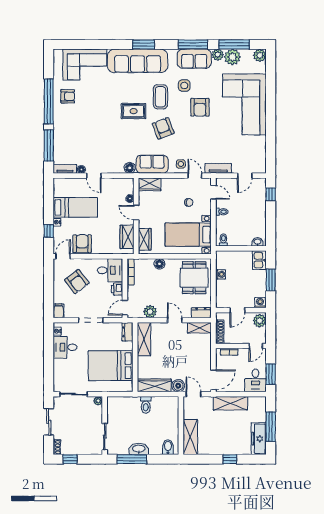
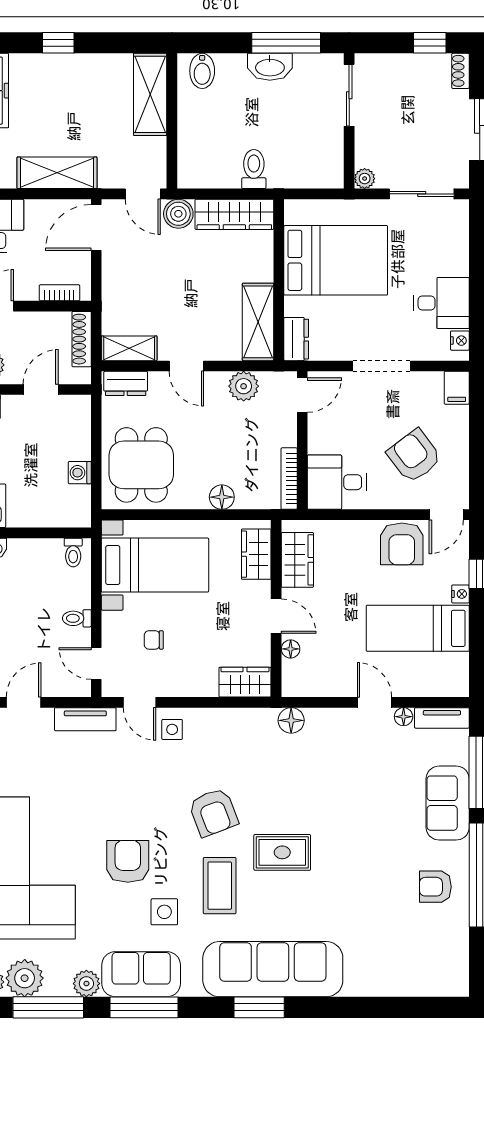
plant: (232, 57) -> (25, 978), moved
corner sofa: (85, 64) -> (396, 961), removed
sofa: (152, 164) -> (448, 803), moved, turned 90
printer: (117, 289) -> (321, 438), removed

